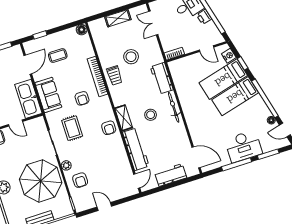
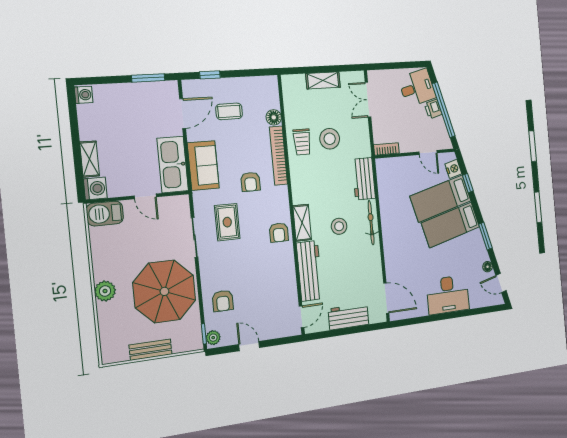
floor lamp: (82, 30) -> (274, 117), moved
trolley: (114, 75) -> (302, 142), moved
window: (265, 98) -> (485, 236), width x0.47
window: (268, 154) -> (475, 311), removed
window: (237, 164) -> (435, 318), removed
plant: (66, 165) -> (213, 338), moved

